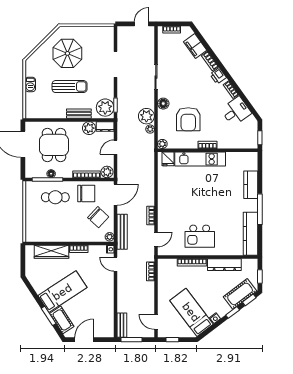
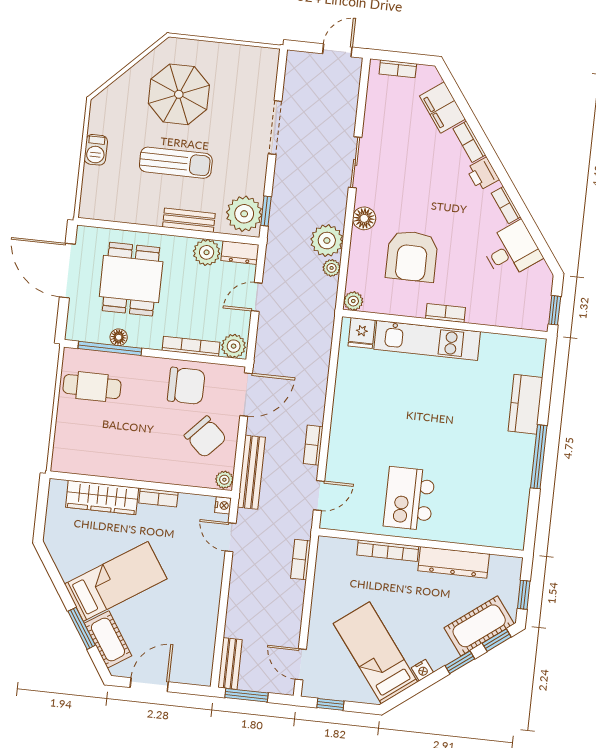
cafe table: (55, 197) -> (92, 387), moved
kitchen counter: (250, 234) -> (514, 505), removed
kitchen island: (200, 236) -> (409, 499), turned 90

